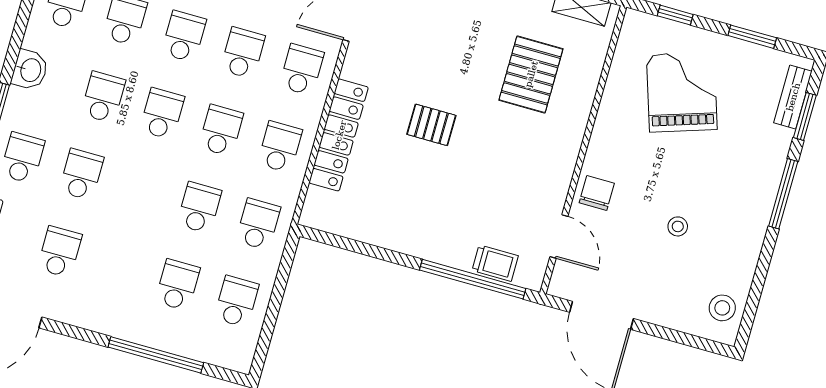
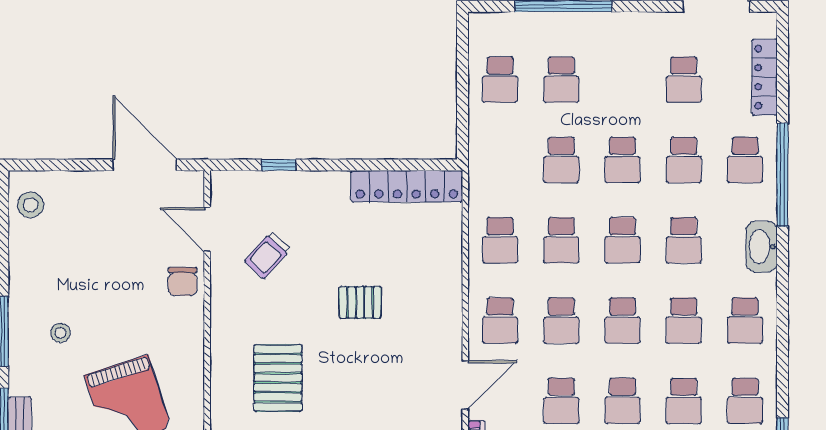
washbasin: (30, 70) -> (762, 247), width x1.38
locker: (339, 135) -> (407, 186), moved, turned -90
school desk: (258, 224) -> (623, 160), moved
stool: (678, 226) -> (61, 333), moved
trolley: (495, 263) -> (268, 255), moved, turned -48
window: (473, 279) -> (279, 165), width x0.32

